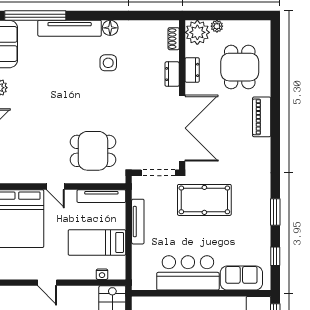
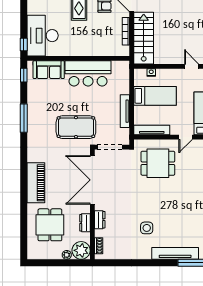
floor lamp: (110, 28) -> (145, 254), removed
piano: (262, 117) -> (36, 183), width x1.37, depth x1.33
door: (55, 186) -> (186, 137), swing flipped
window: (275, 212) -> (24, 118), width x1.44
window: (275, 256) -> (24, 75), moved

